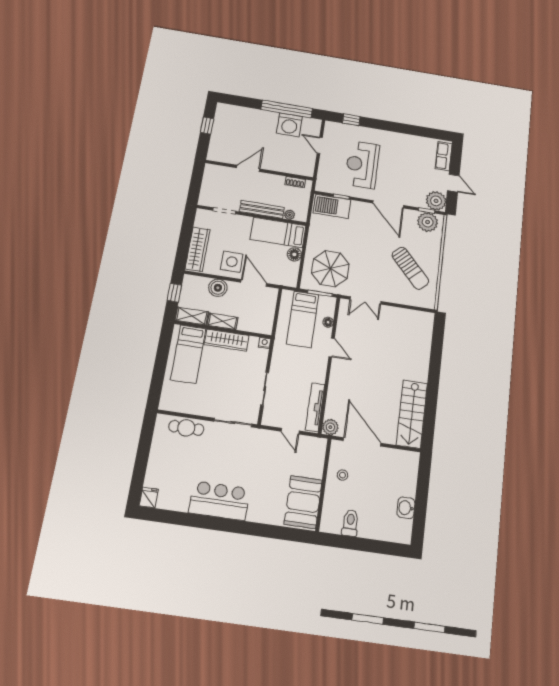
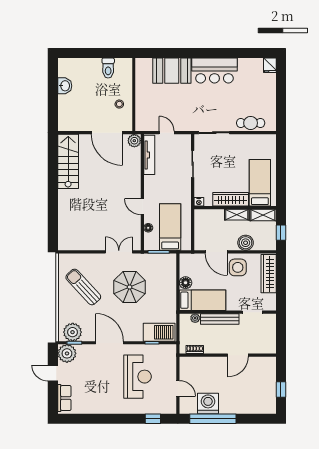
parasol: (330, 269) -> (130, 287), moved
booth: (303, 502) -> (172, 71), moved, turned 90

